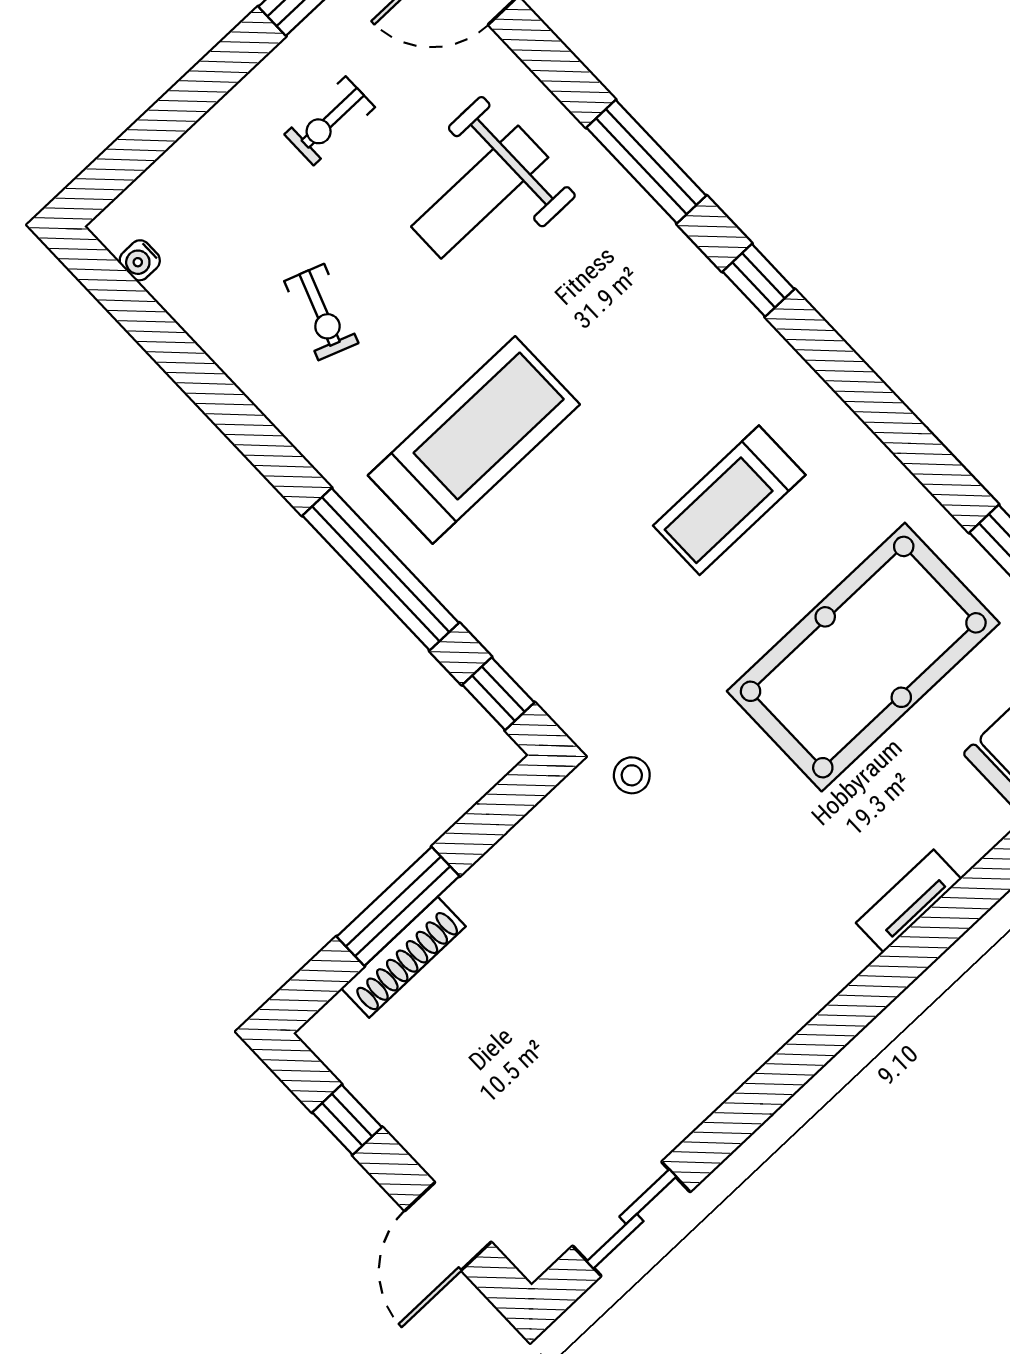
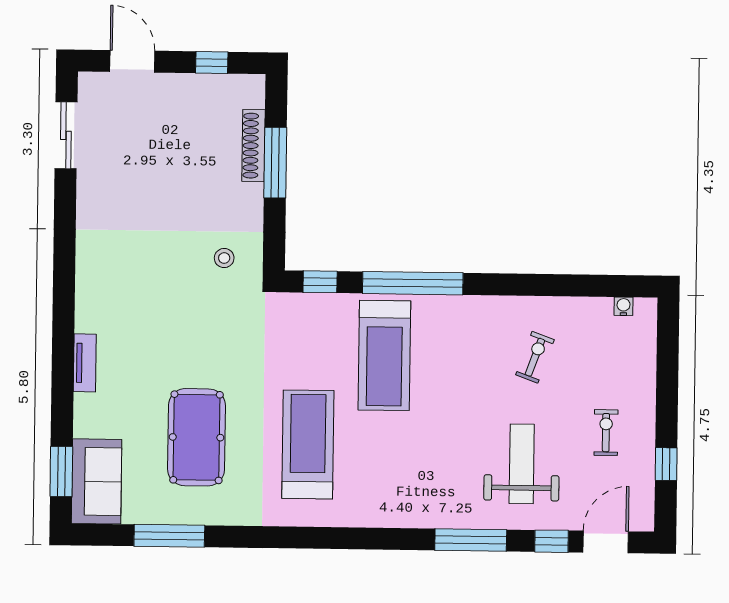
window: (758, 280) -> (552, 541), moved
exercise bike: (321, 312) -> (535, 357), turned 90
treadmill: (474, 440) -> (384, 355), moved
treadmill: (729, 500) -> (308, 444), width x1.37, depth x1.38
pool table: (863, 657) -> (197, 437), width x0.73, depth x0.76
stool: (632, 775) -> (224, 258), moved

